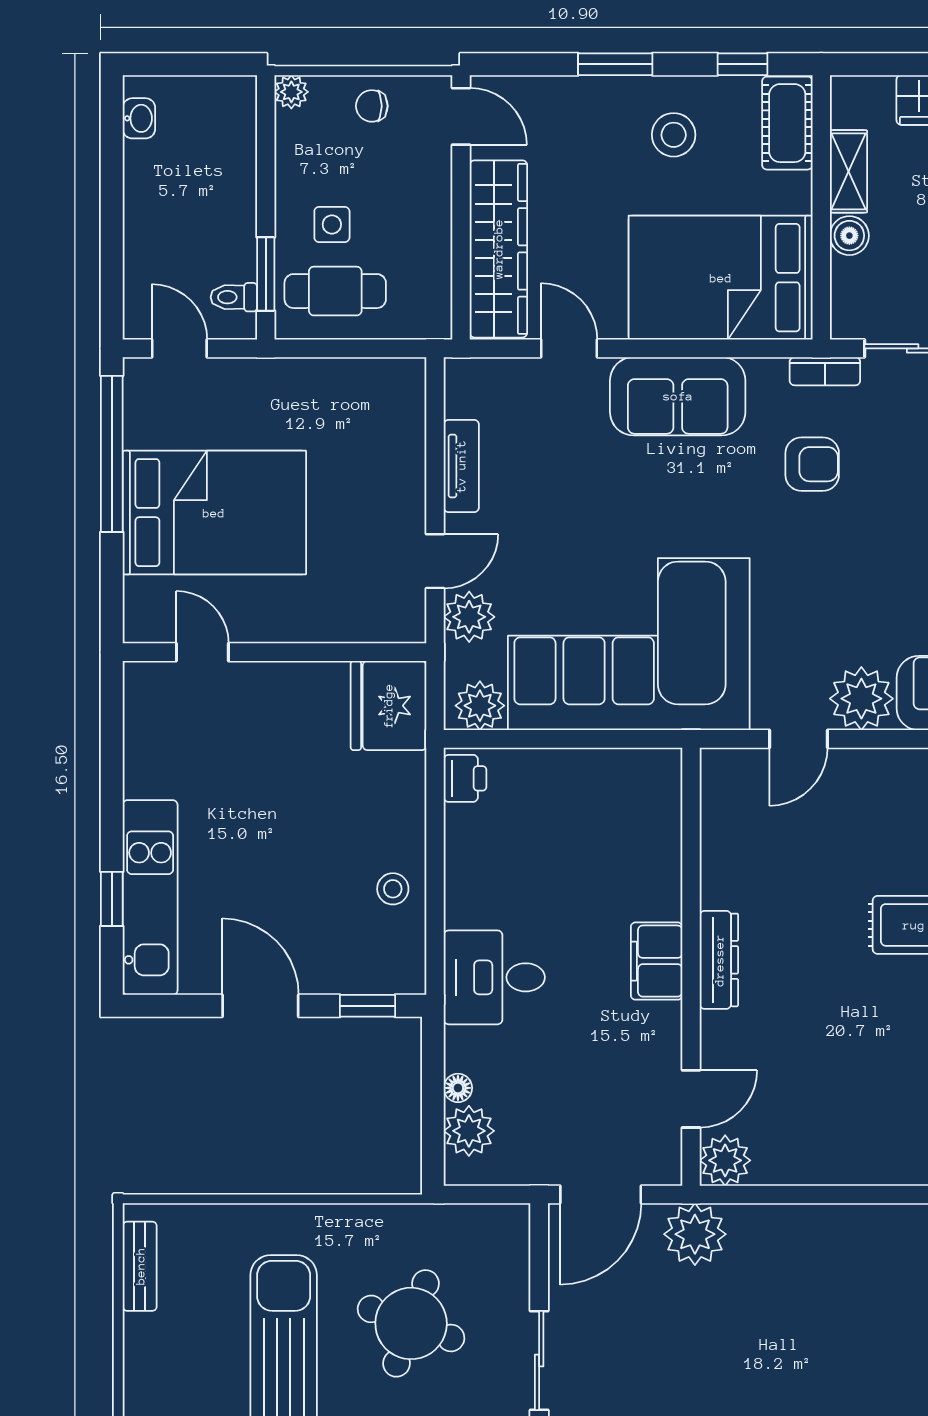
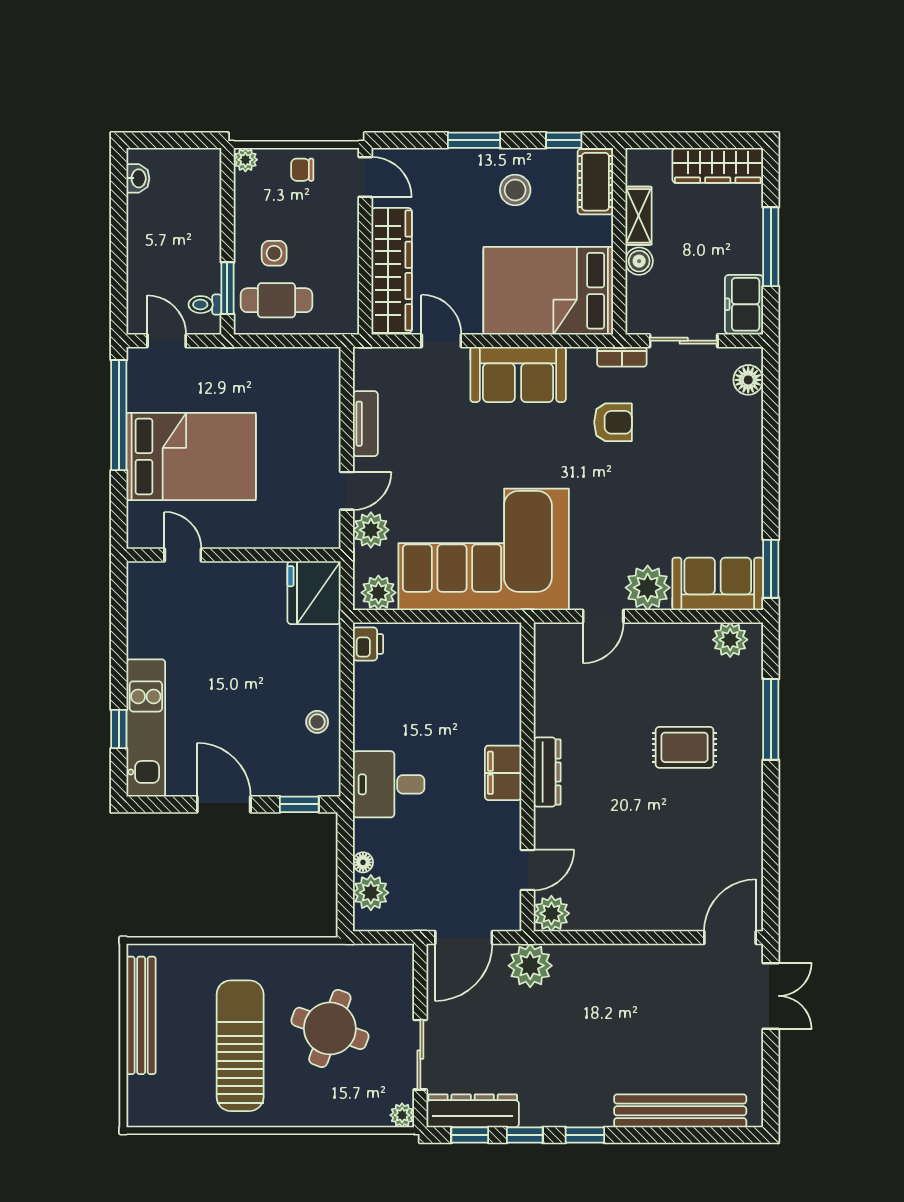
bench: (140, 1266) -> (141, 1015), width x1.86, depth x1.21

